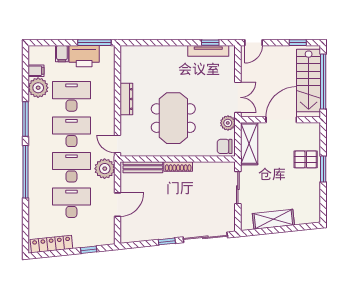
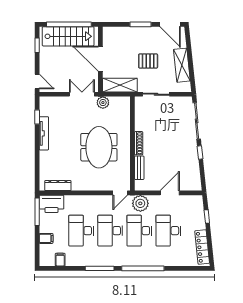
tv unit: (208, 51) -> (44, 133), moved
printer: (84, 56) -> (52, 204), moved, turned 90
plant: (38, 88) -> (74, 258), removed
dresser: (126, 99) -> (58, 186), moved
meeting table: (173, 118) -> (99, 147), turned 90
chair: (225, 146) -> (122, 105), removed
pallet: (306, 159) -> (148, 61), moved, turned 90
bench: (143, 167) -> (139, 168), width x0.73
door: (117, 205) -> (170, 193), hinge flipped
door: (323, 205) -> (170, 24), added

